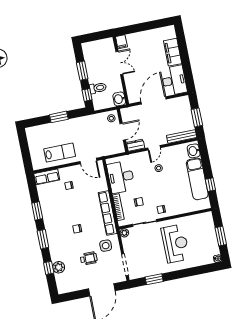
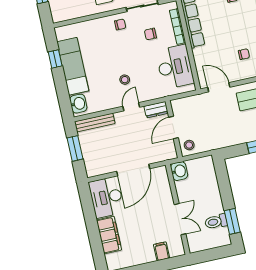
filing cabinet: (121, 42) -> (162, 251), moved
double door: (119, 63) -> (180, 219), swing flipped
window: (82, 71) -> (232, 221), moved
toilet: (98, 88) -> (216, 222), moved
window: (87, 95) -> (222, 176), removed

